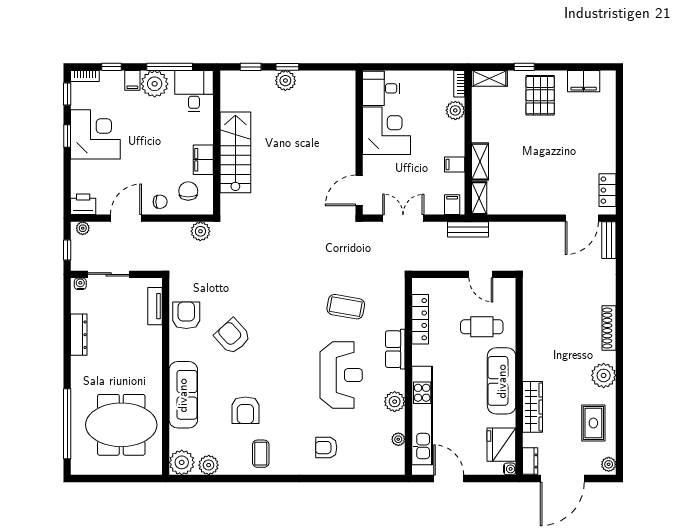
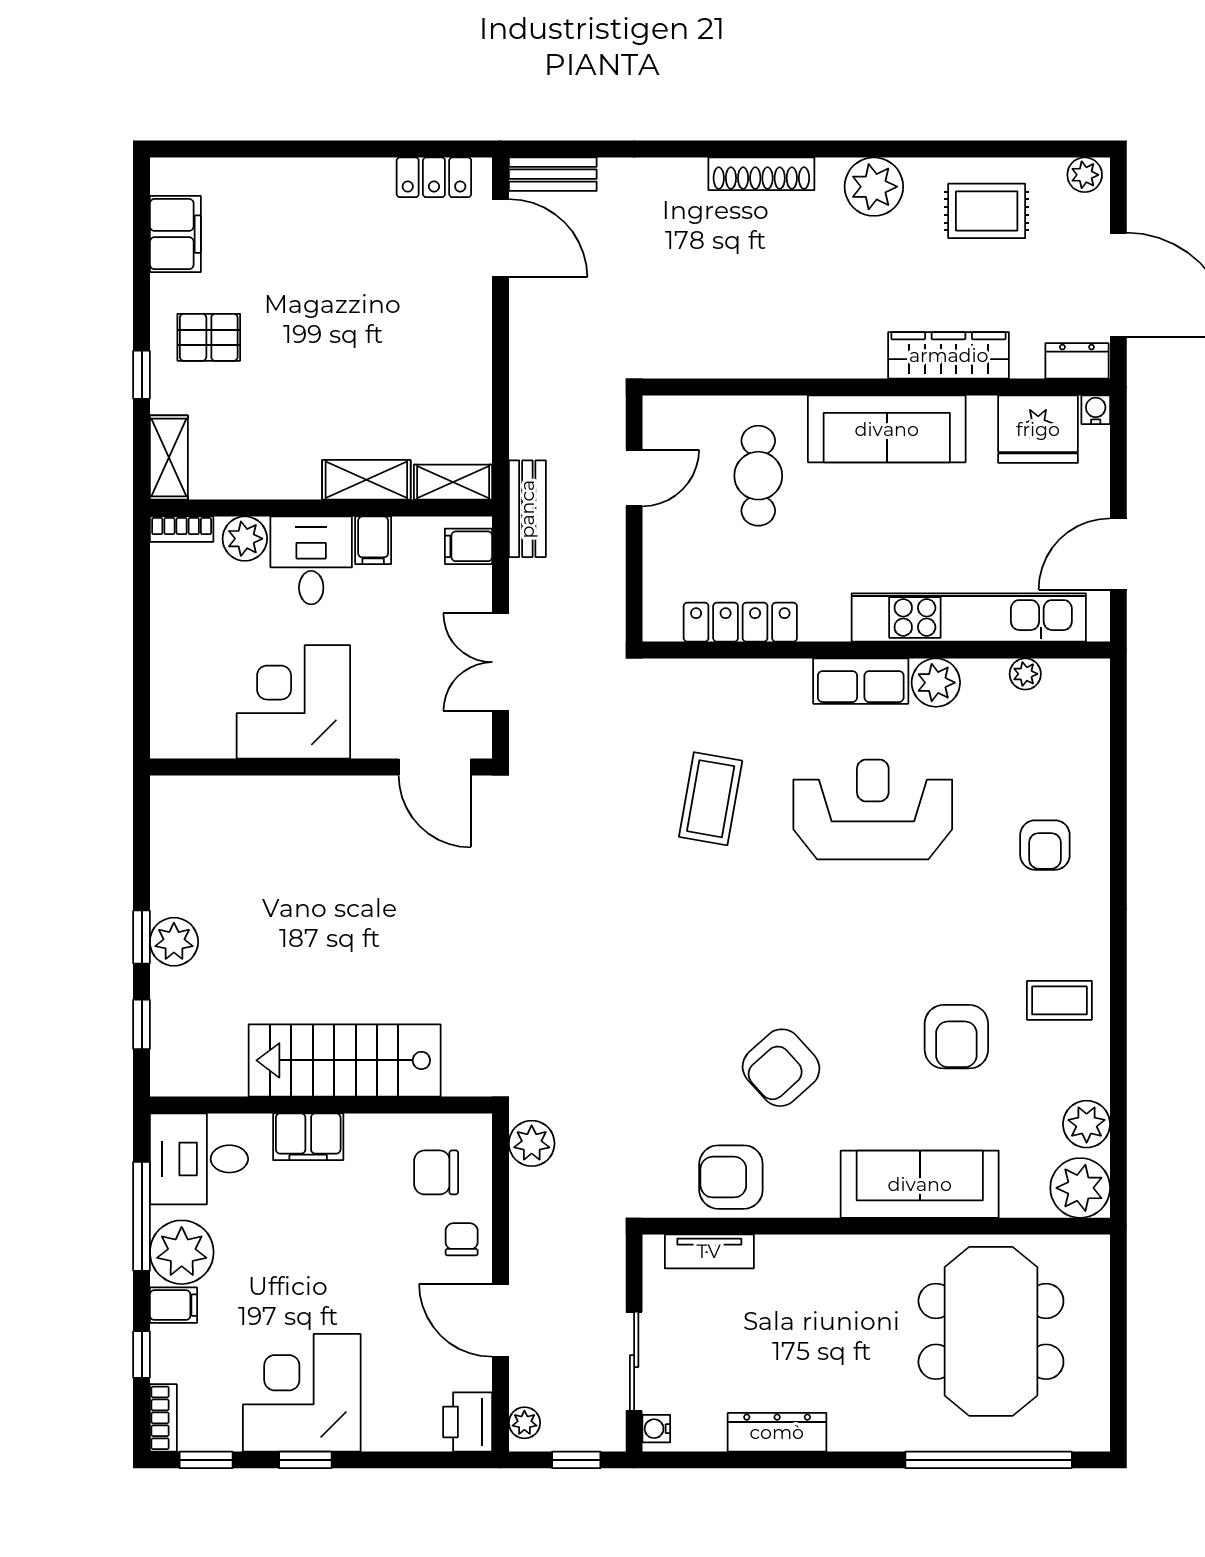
desk: (381, 88) -> (311, 560), moved, turned 180
pallet: (540, 95) -> (209, 337), width x0.67, depth x0.71
filing cabinet: (203, 160) -> (308, 1137), moved
row of seats: (395, 349) -> (861, 681), moved
armchair: (245, 410) -> (956, 1037), turned 90

